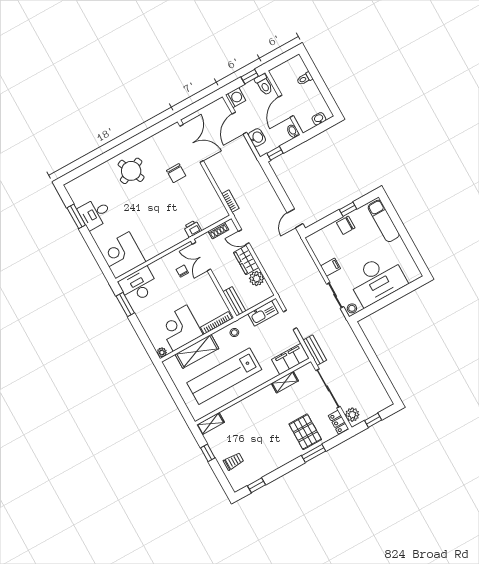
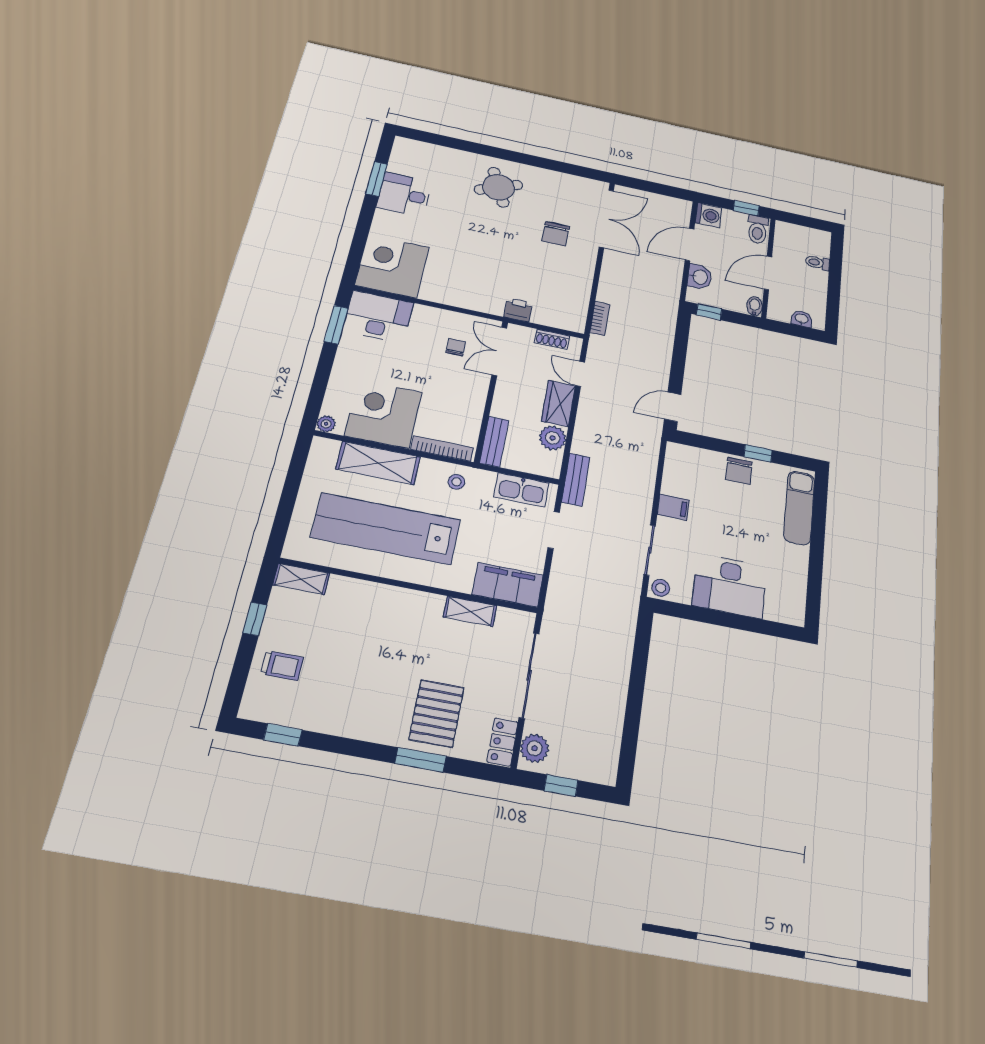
chair: (346, 225) -> (739, 471), turned -90
desk: (377, 280) -> (729, 586), width x0.73, depth x0.77
bench: (315, 350) -> (576, 480), moved

